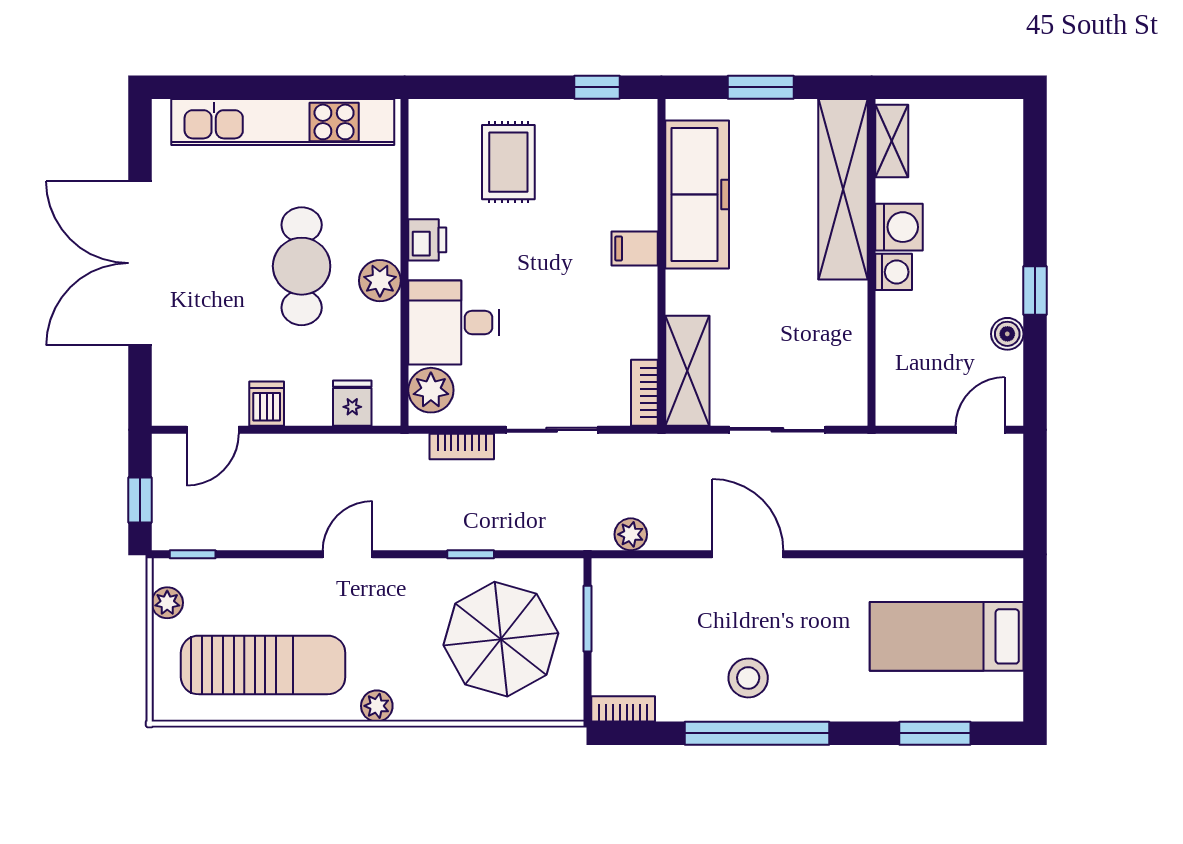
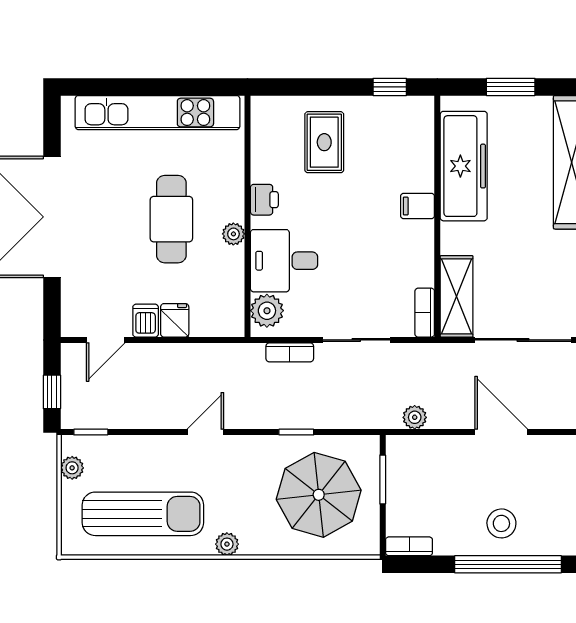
plant: (380, 281) -> (233, 234), width x0.73, depth x0.73
fridge: (352, 403) -> (175, 320), moved
sliding door: (777, 430) -> (523, 340), width x1.37

